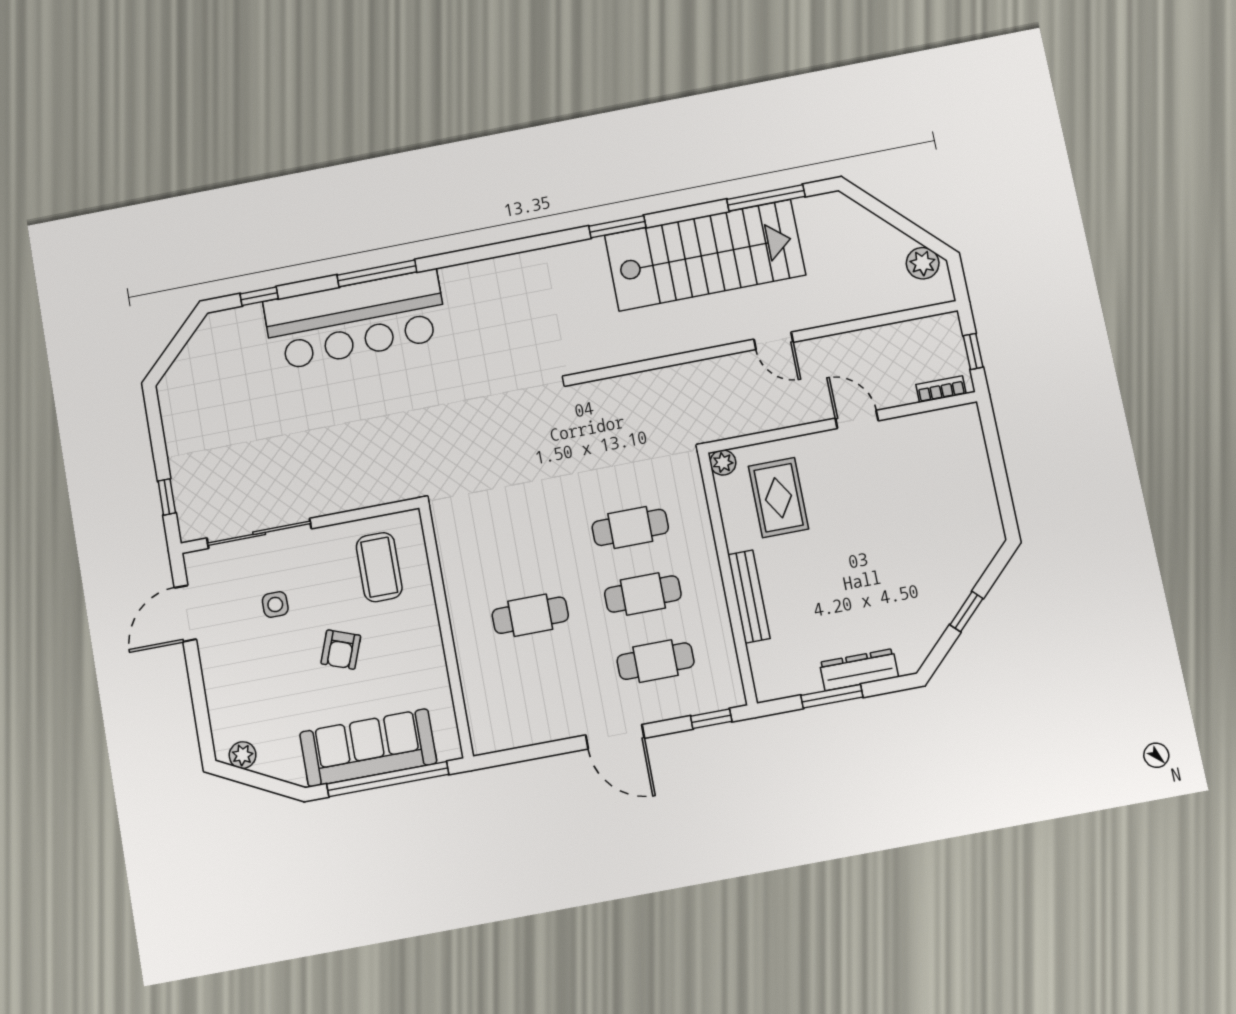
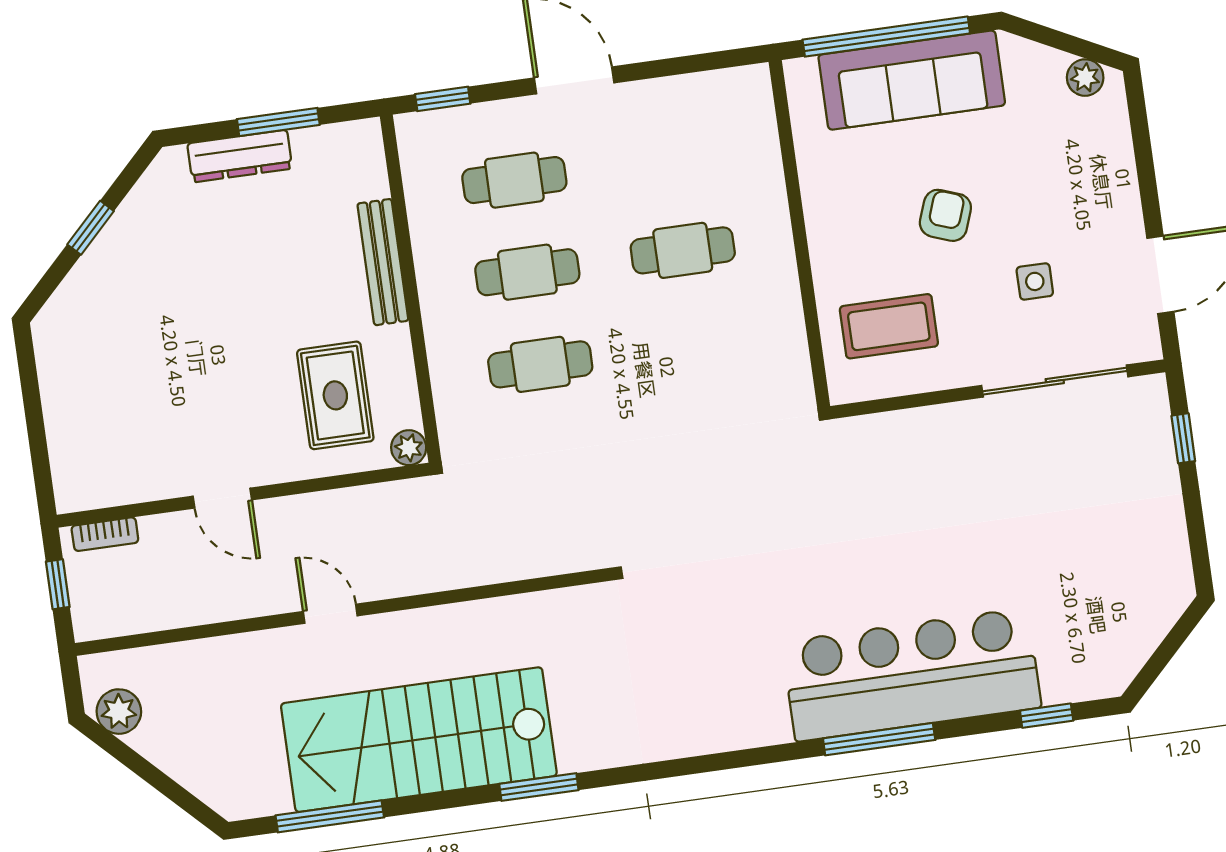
coffee table: (379, 567) -> (889, 326), turned 90

